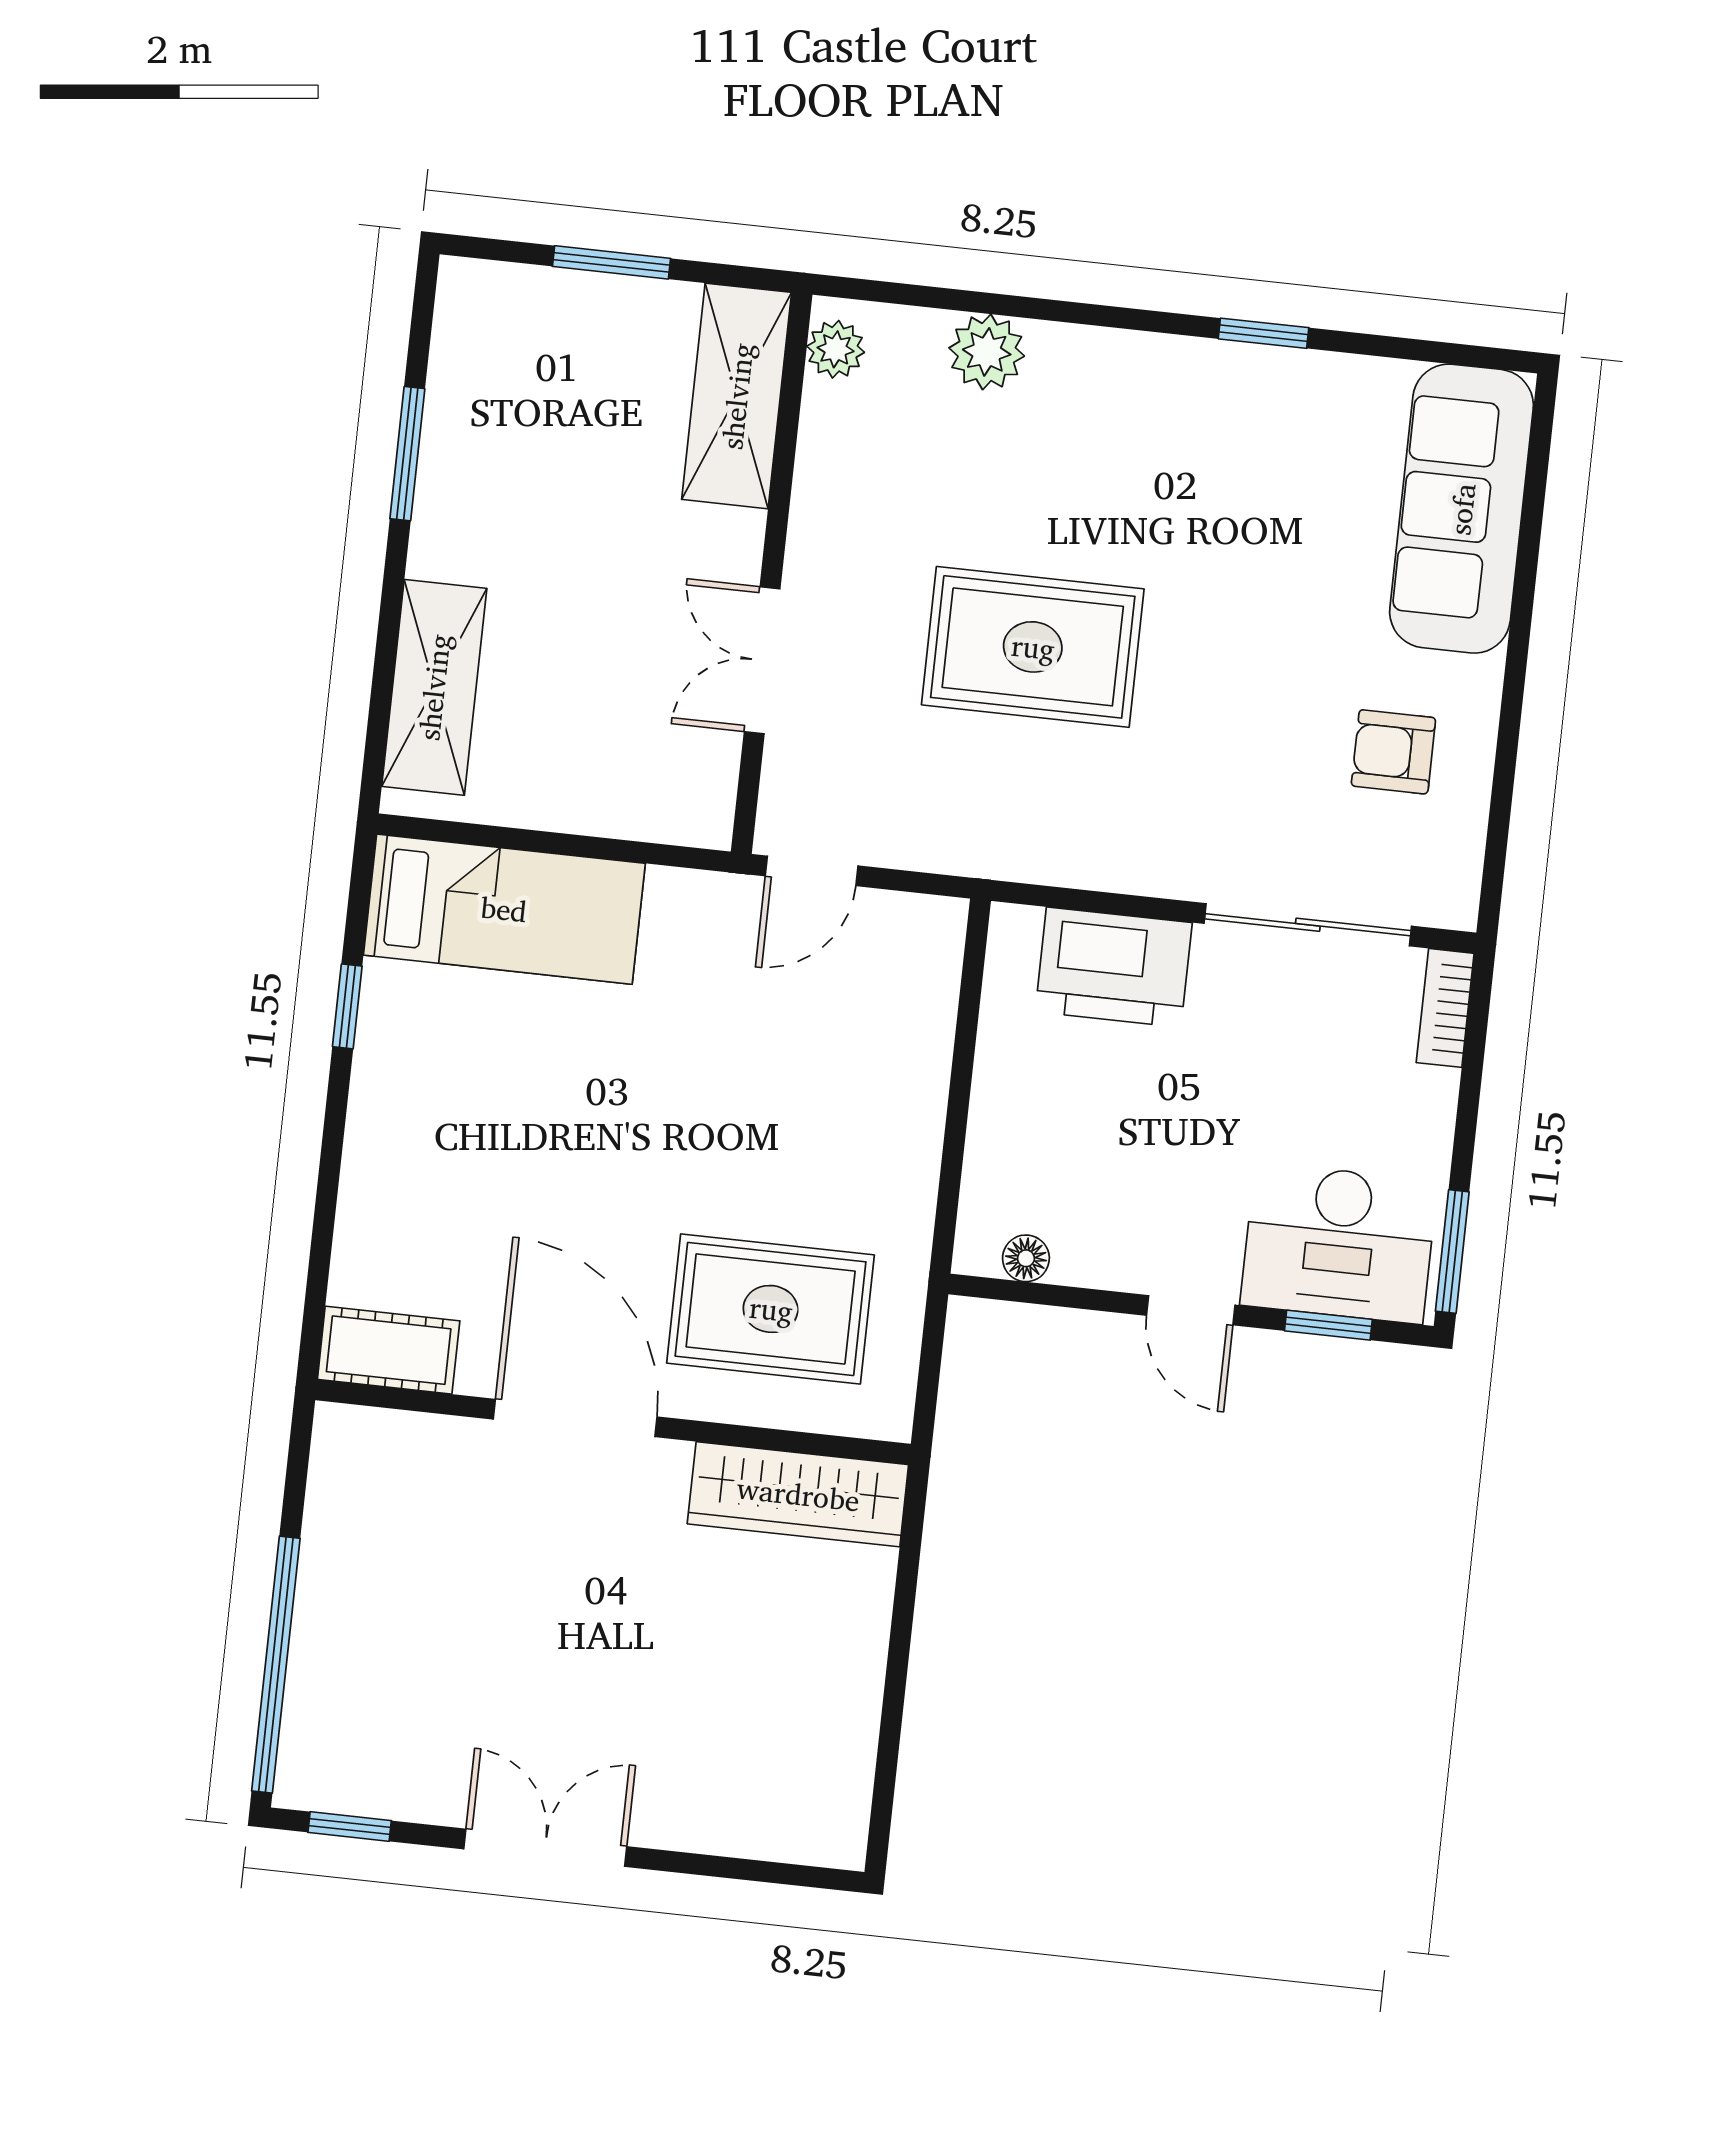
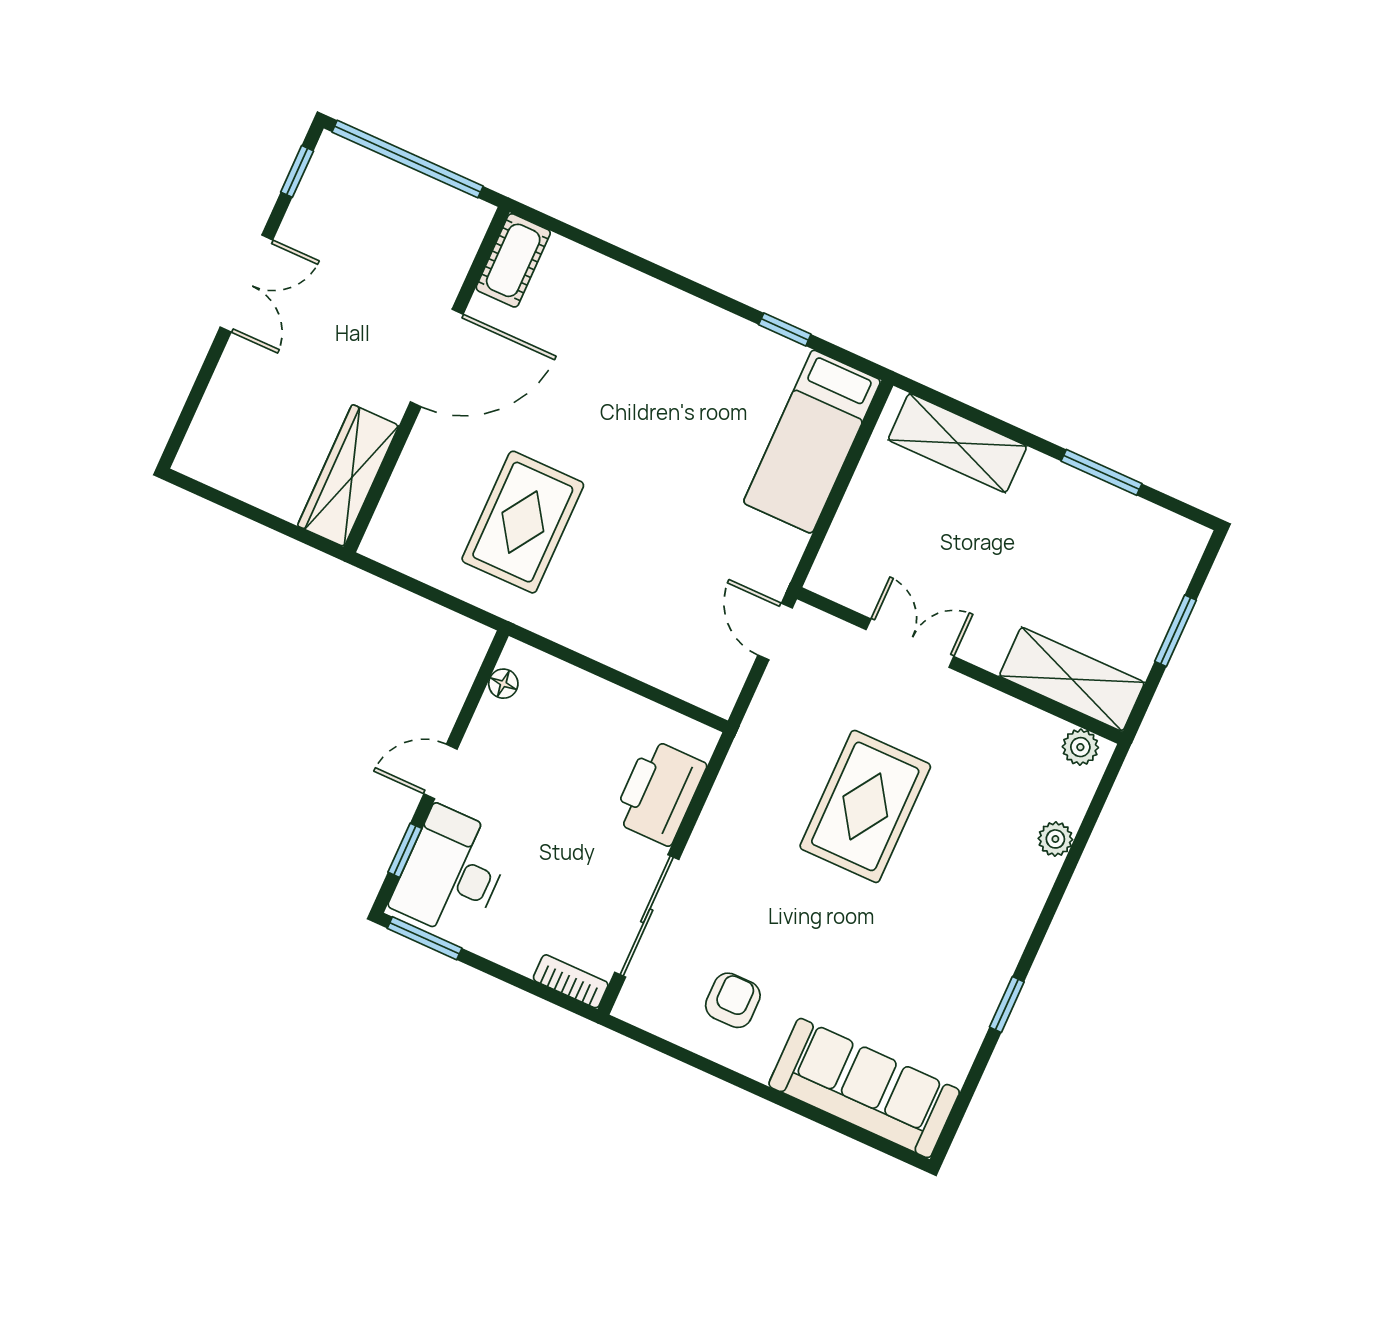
plant: (987, 352) -> (1055, 839), width x0.73, depth x0.73
cot: (389, 1350) -> (513, 260), moved
door: (575, 1418) -> (437, 358), moved
wall: (613, 1422) -> (427, 380), moved
wardrobe: (798, 1494) -> (348, 476), moved

